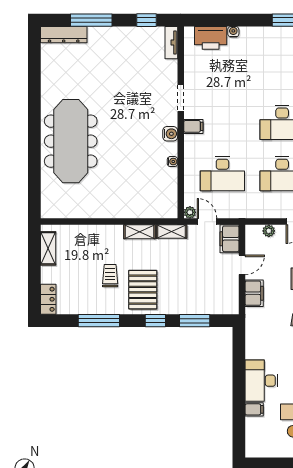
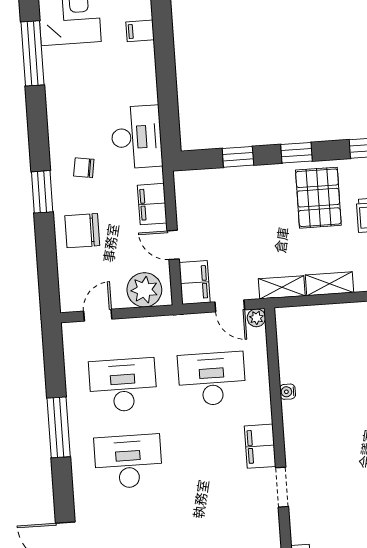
filing cabinet: (193, 126) -> (260, 446), width x2.00
water cooler: (170, 134) -> (294, 433), removed
plant: (269, 231) -> (144, 290), width x1.88, depth x1.88
door: (242, 265) -> (173, 245), hinge flipped
window: (195, 321) -> (238, 157), width x0.67
desk: (261, 381) -> (136, 137), moved

